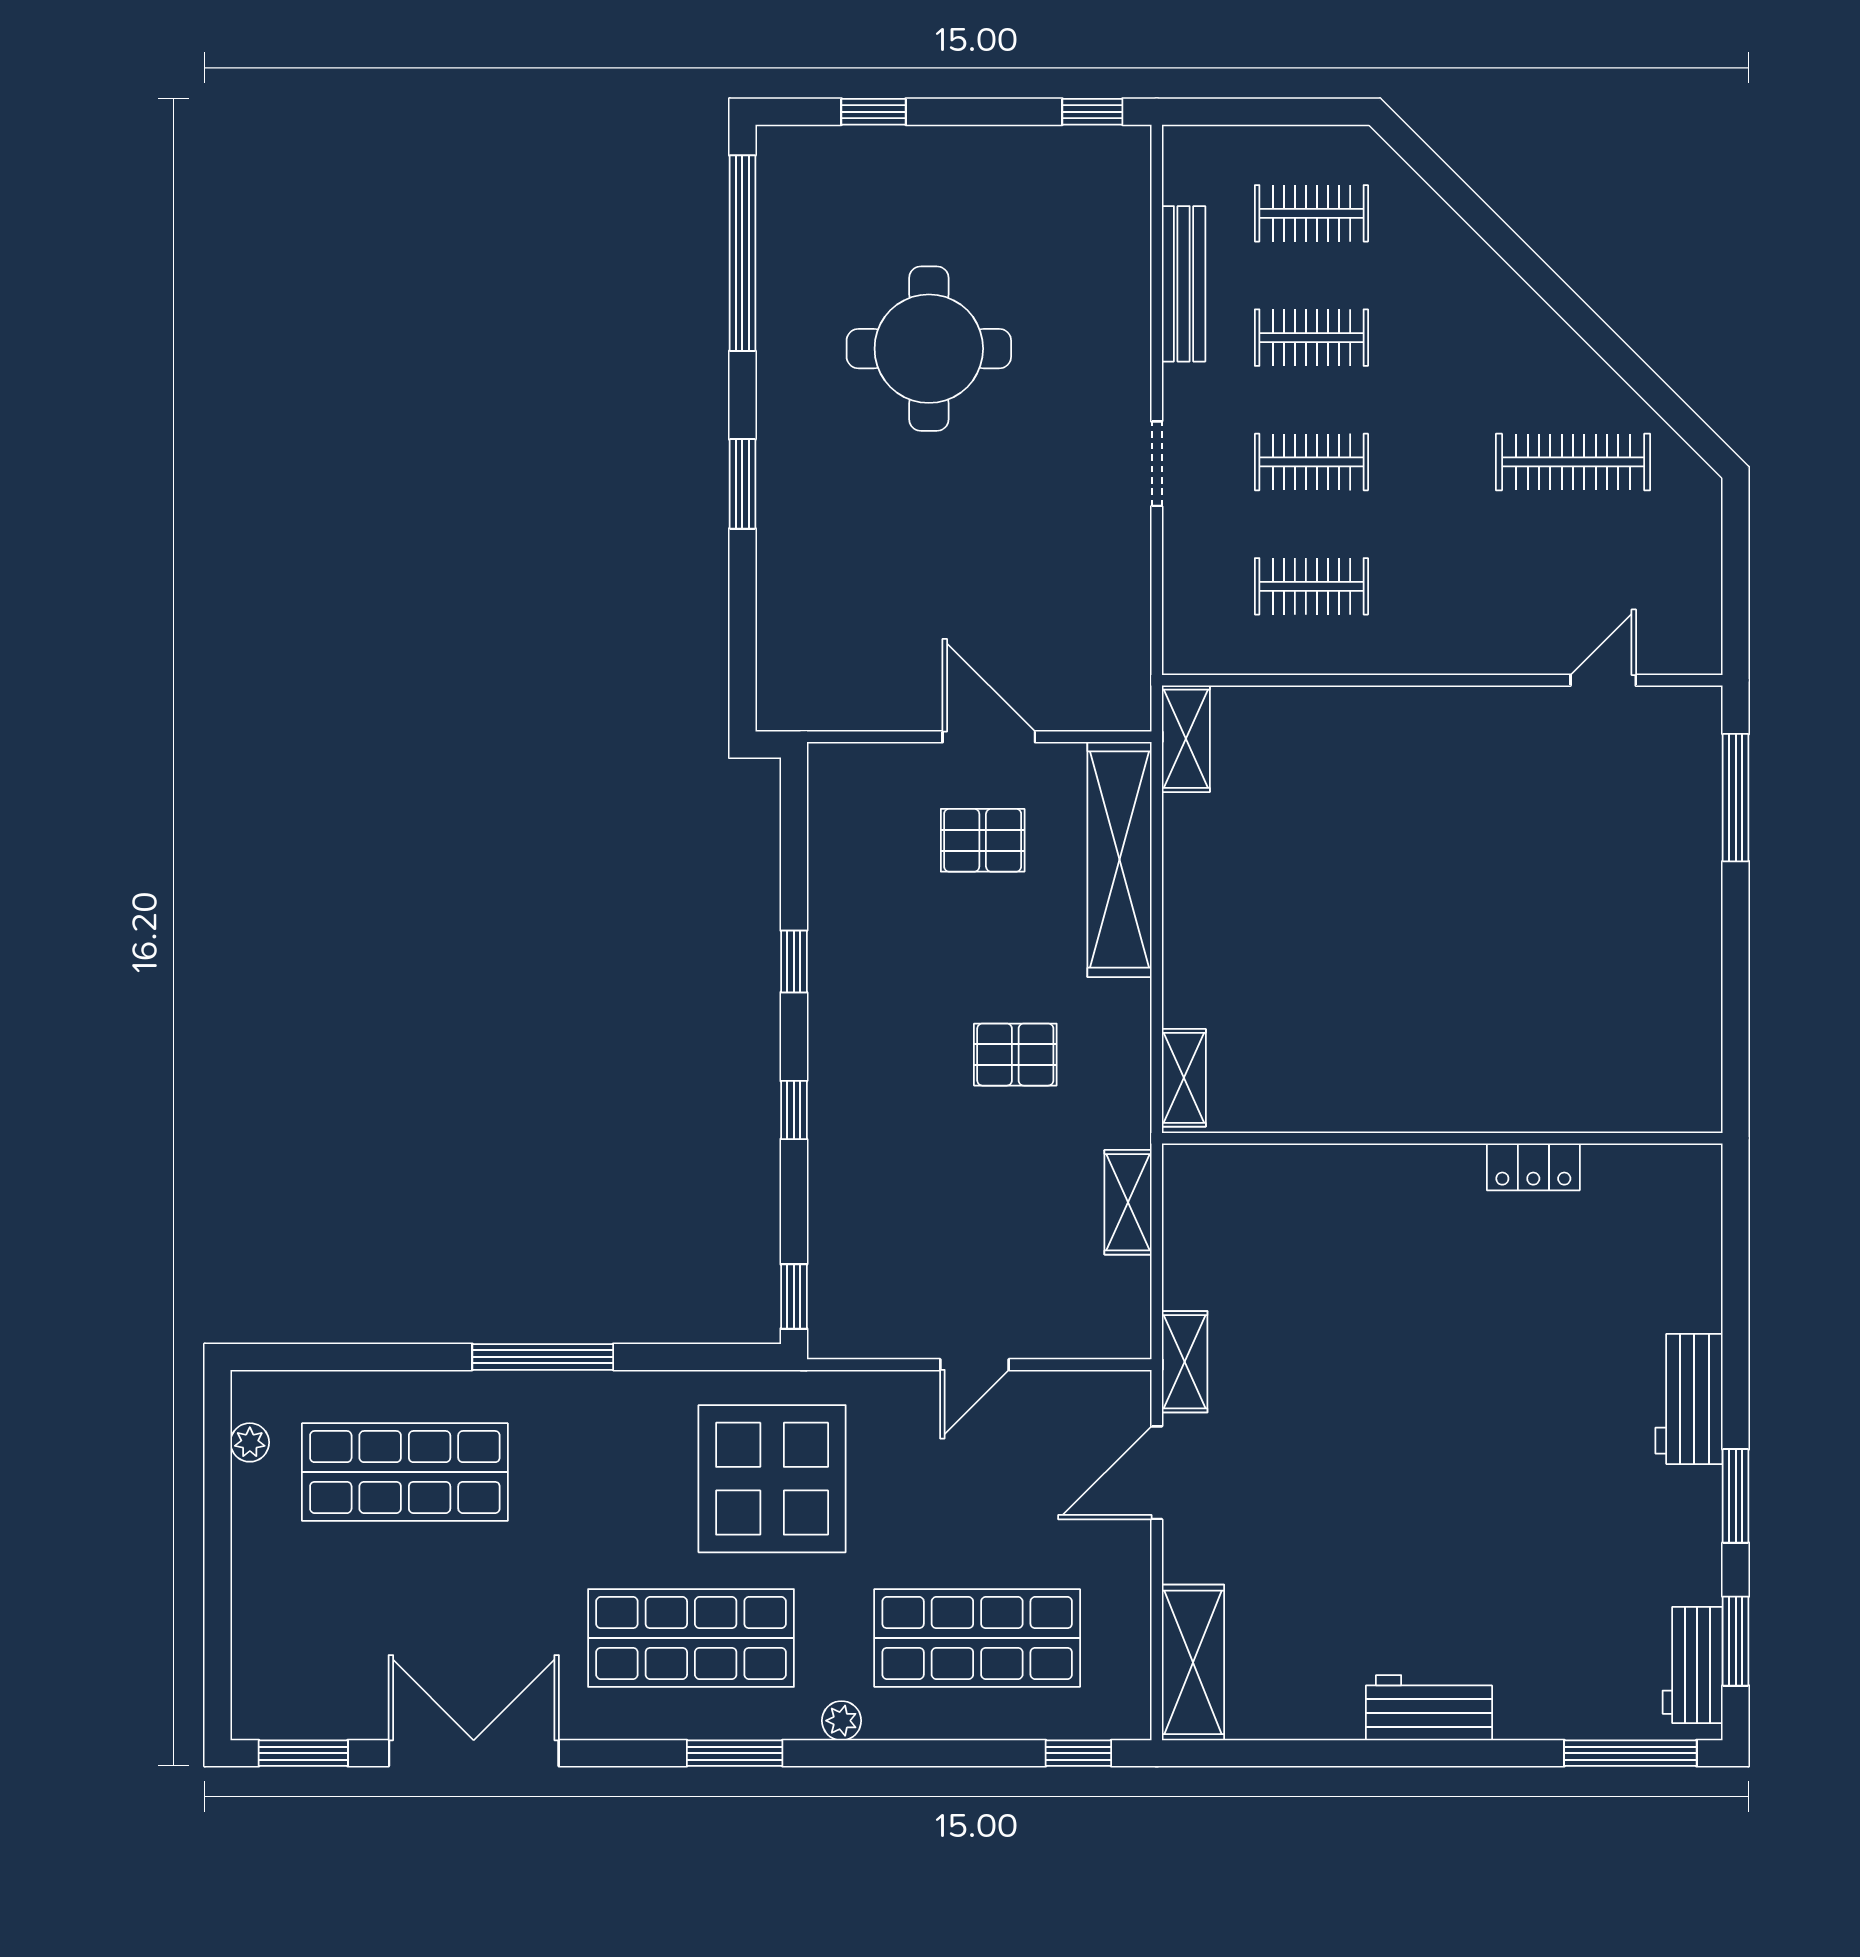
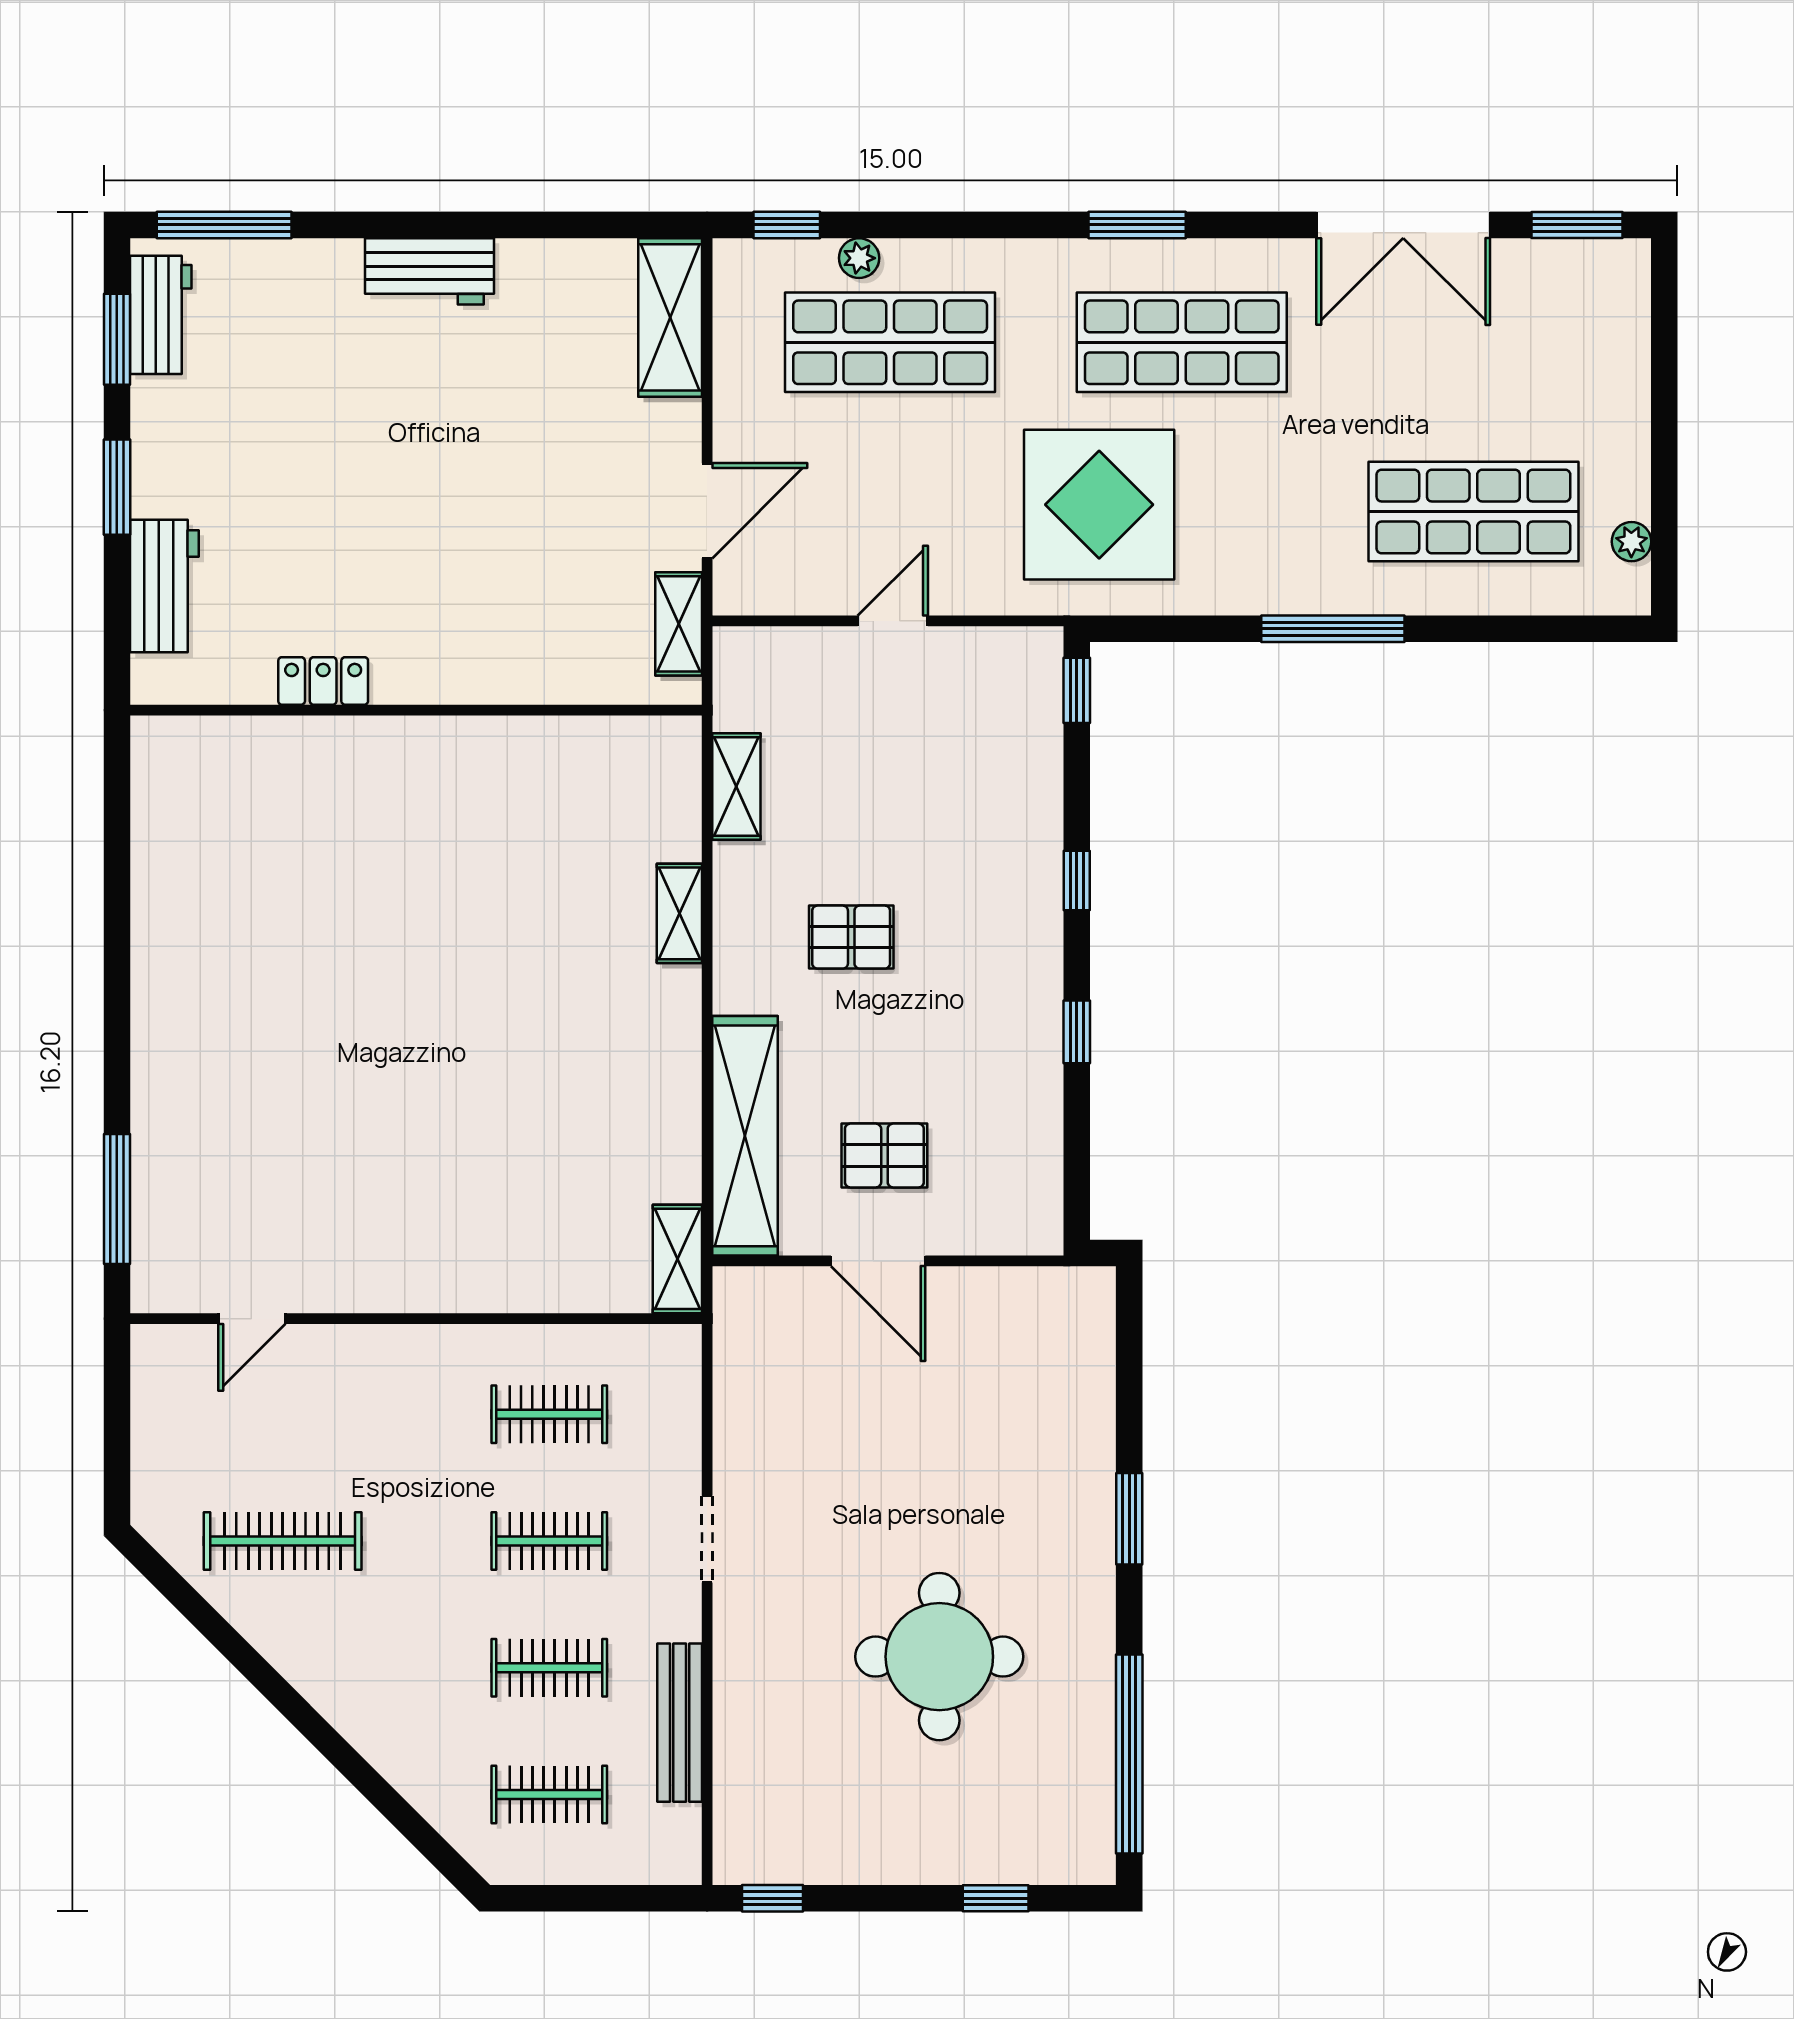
wall: (1442, 1138) -> (416, 710), moved
locker: (1533, 1167) -> (323, 681), moved
plant: (842, 1721) -> (859, 258), moved

